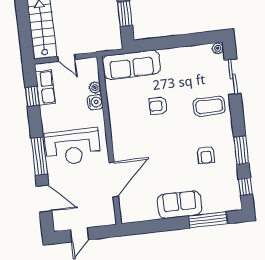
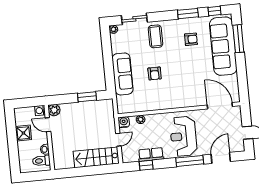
sofa: (131, 65) -> (123, 74), moved
row of seats: (45, 88) -> (151, 154), moved
water cooler: (95, 102) -> (124, 122), moved
reception desk: (73, 147) -> (183, 136), turned 180
door: (114, 179) -> (220, 106), moved
sofa: (180, 205) -> (223, 46), width x1.85, depth x1.27

